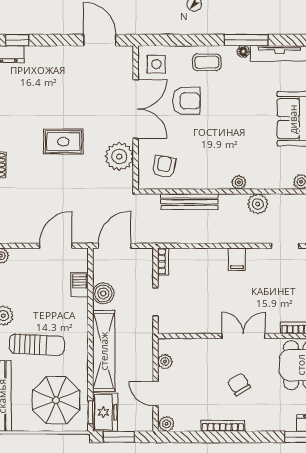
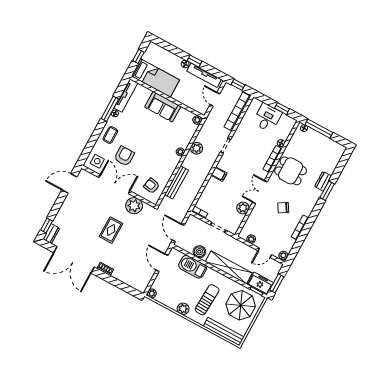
barbecue: (80, 285) -> (193, 267), width x1.88, depth x1.53
plant: (205, 323) -> (243, 208), added

